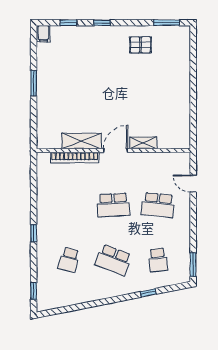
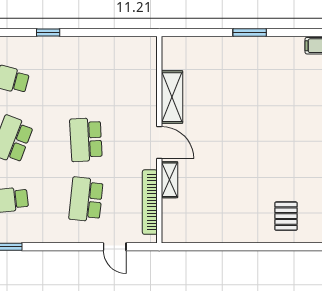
pallet: (140, 45) -> (286, 216), moved
bookcase: (75, 158) -> (150, 202), moved
door: (193, 184) -> (115, 247), swing flipped

